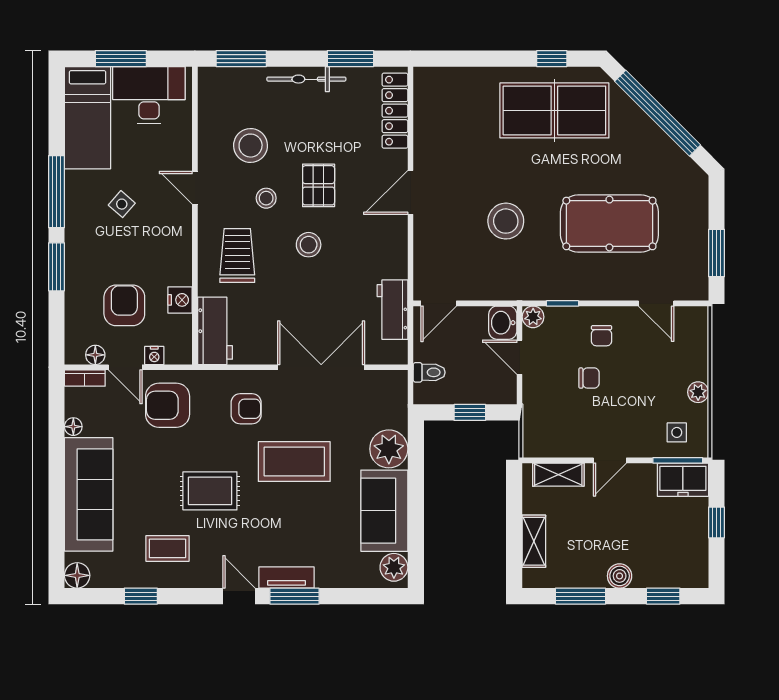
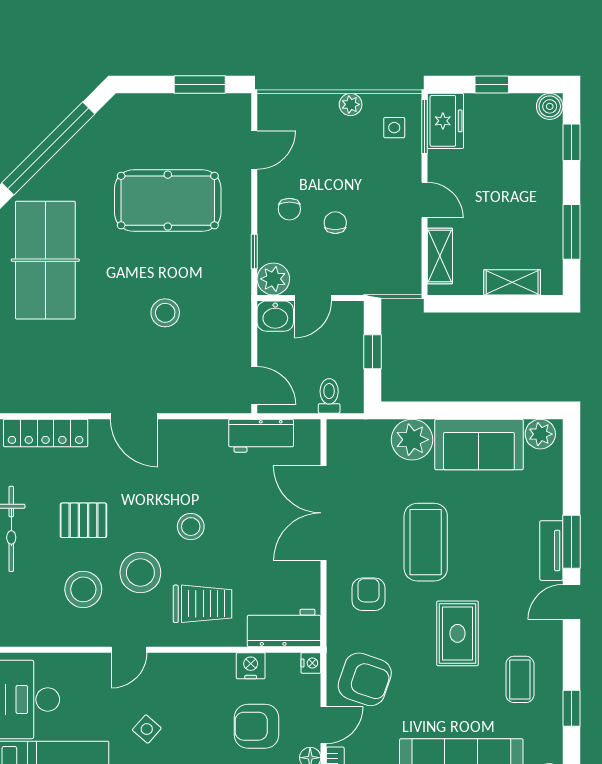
pallet: (319, 185) -> (83, 520), moved
stool: (266, 198) -> (140, 573), width x1.89, depth x1.89
stool: (506, 221) -> (165, 313), width x0.73, depth x0.73
pool table: (609, 223) -> (168, 201), turned 90
trolley: (237, 256) -> (203, 604), turned 180
plant: (533, 317) -> (273, 279), width x1.38, depth x1.38
chair: (602, 336) -> (289, 209), turned 90
nightstand: (154, 356) -> (311, 663), moved
armchair: (168, 405) -> (365, 679), turned -71
boiler: (620, 576) -> (550, 106), moved

